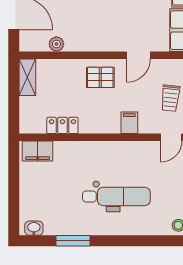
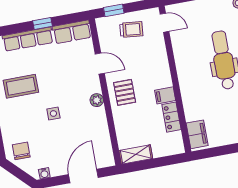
plant: (56, 44) -> (97, 100), moved
filing cabinet: (129, 123) -> (165, 95), moved

